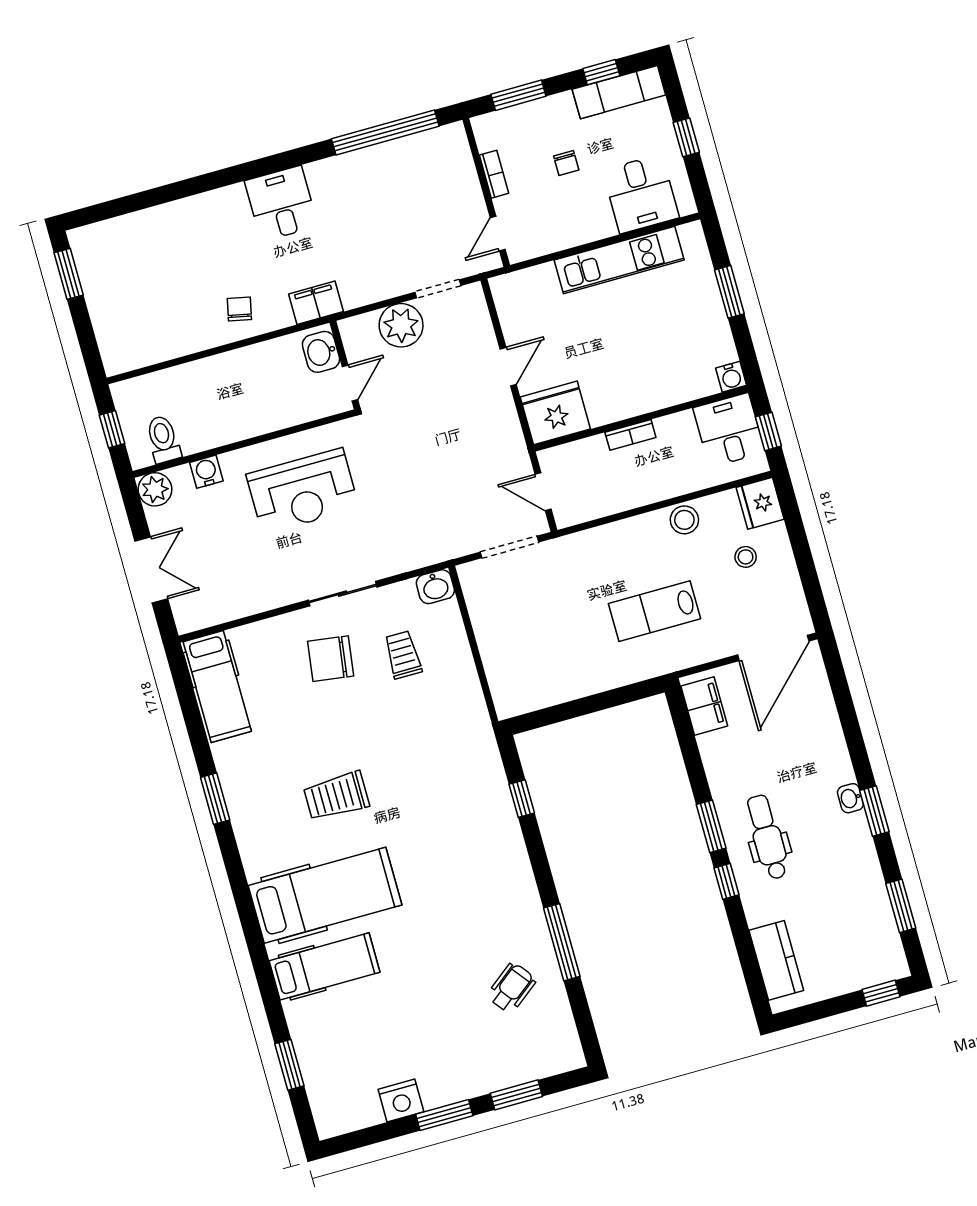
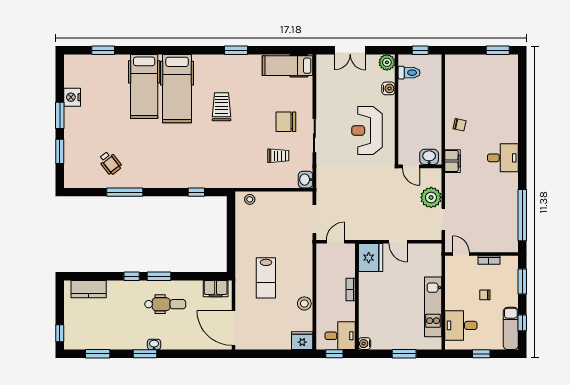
stool: (746, 557) -> (250, 199), moved
lab bench: (654, 611) -> (266, 278), turned 180
chair: (331, 659) -> (286, 122), turned -98
dental chair: (767, 837) -> (165, 304), moved
hospital bed: (325, 966) -> (144, 86), width x1.37, depth x1.29

